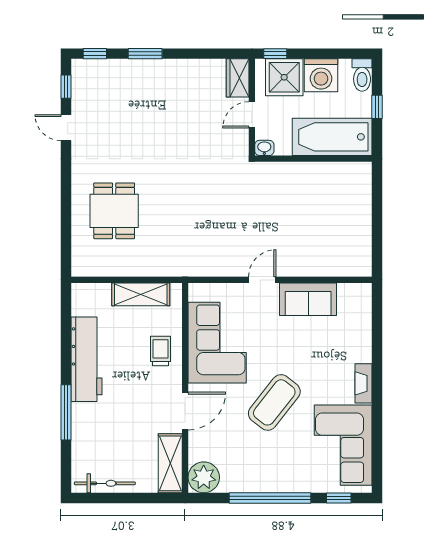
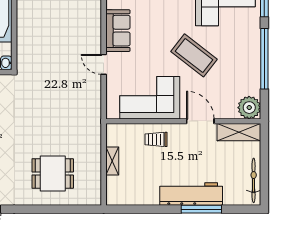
shelving: (141, 294) -> (112, 161), width x0.67, depth x0.75
workbench: (86, 359) -> (191, 194), moved

